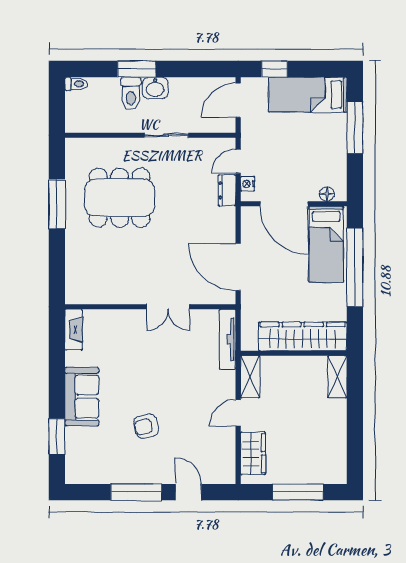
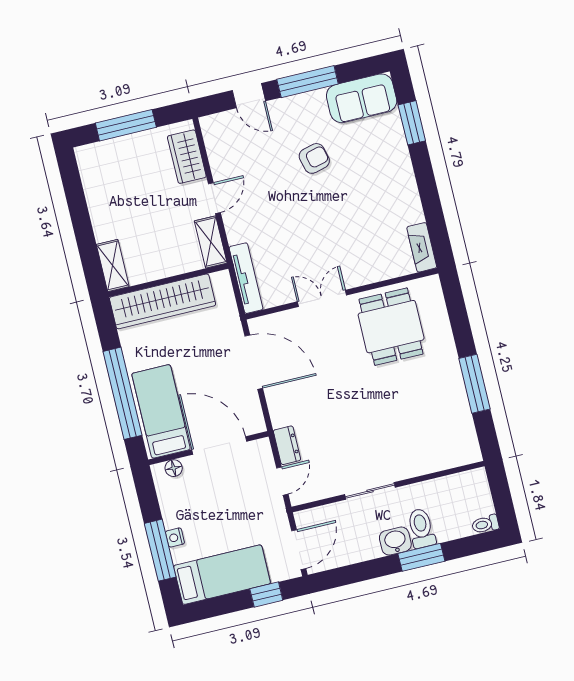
nightstand: (248, 184) -> (175, 537), moved, turned 180
dining table: (119, 198) -> (391, 327), moved, width x0.73
sofa: (82, 397) -> (362, 98), moved, turned -90

